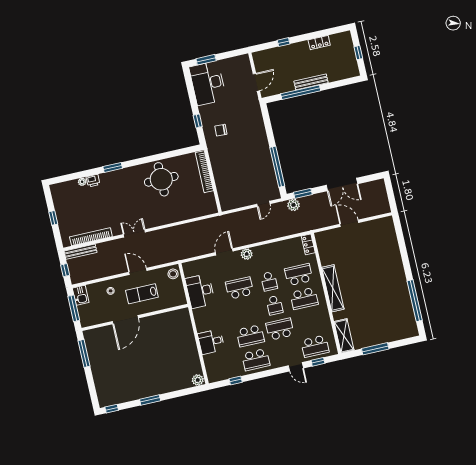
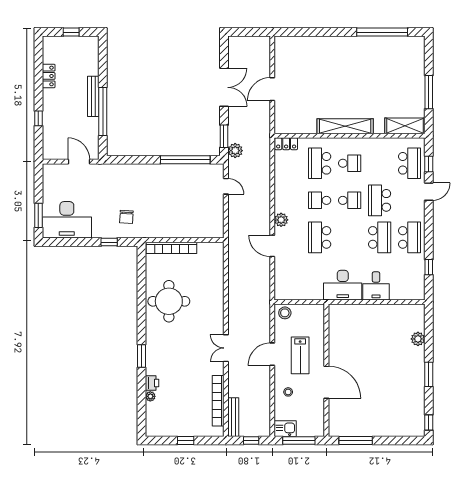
school desk: (269, 281) -> (320, 200), turned 180
desk: (200, 291) -> (343, 285), moved
school desk: (304, 298) -> (350, 163), width x0.54
plant: (198, 380) -> (418, 339), moved

